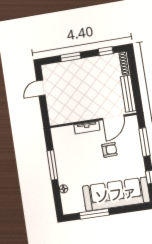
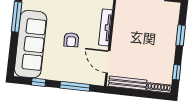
tv unit: (87, 127) -> (106, 27), width x1.41
armchair: (109, 150) -> (71, 40), moved

